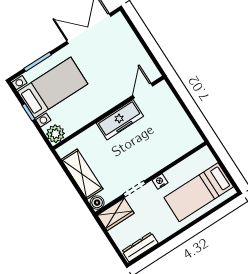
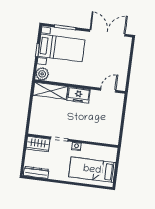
freezer: (120, 120) -> (79, 95), width x0.71
shelving: (82, 174) -> (50, 91), moved, turned 90
boiler: (97, 203) -> (33, 129), removed

